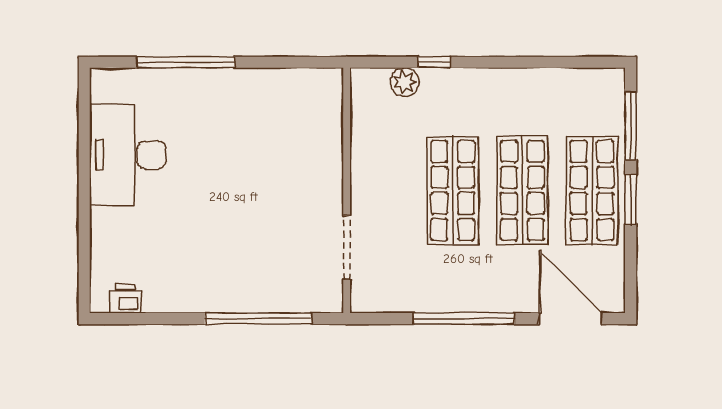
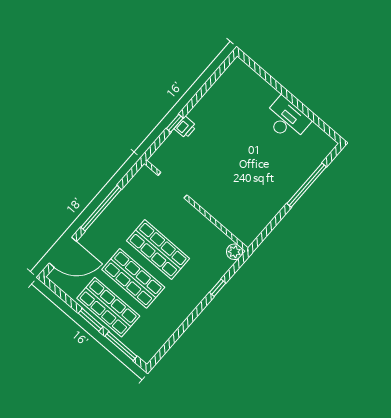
plant: (405, 82) -> (234, 252), moved
desk: (128, 155) -> (287, 119), width x0.73, depth x0.77
printer: (126, 299) -> (185, 127), moved
window: (258, 319) -> (175, 123), width x0.32

